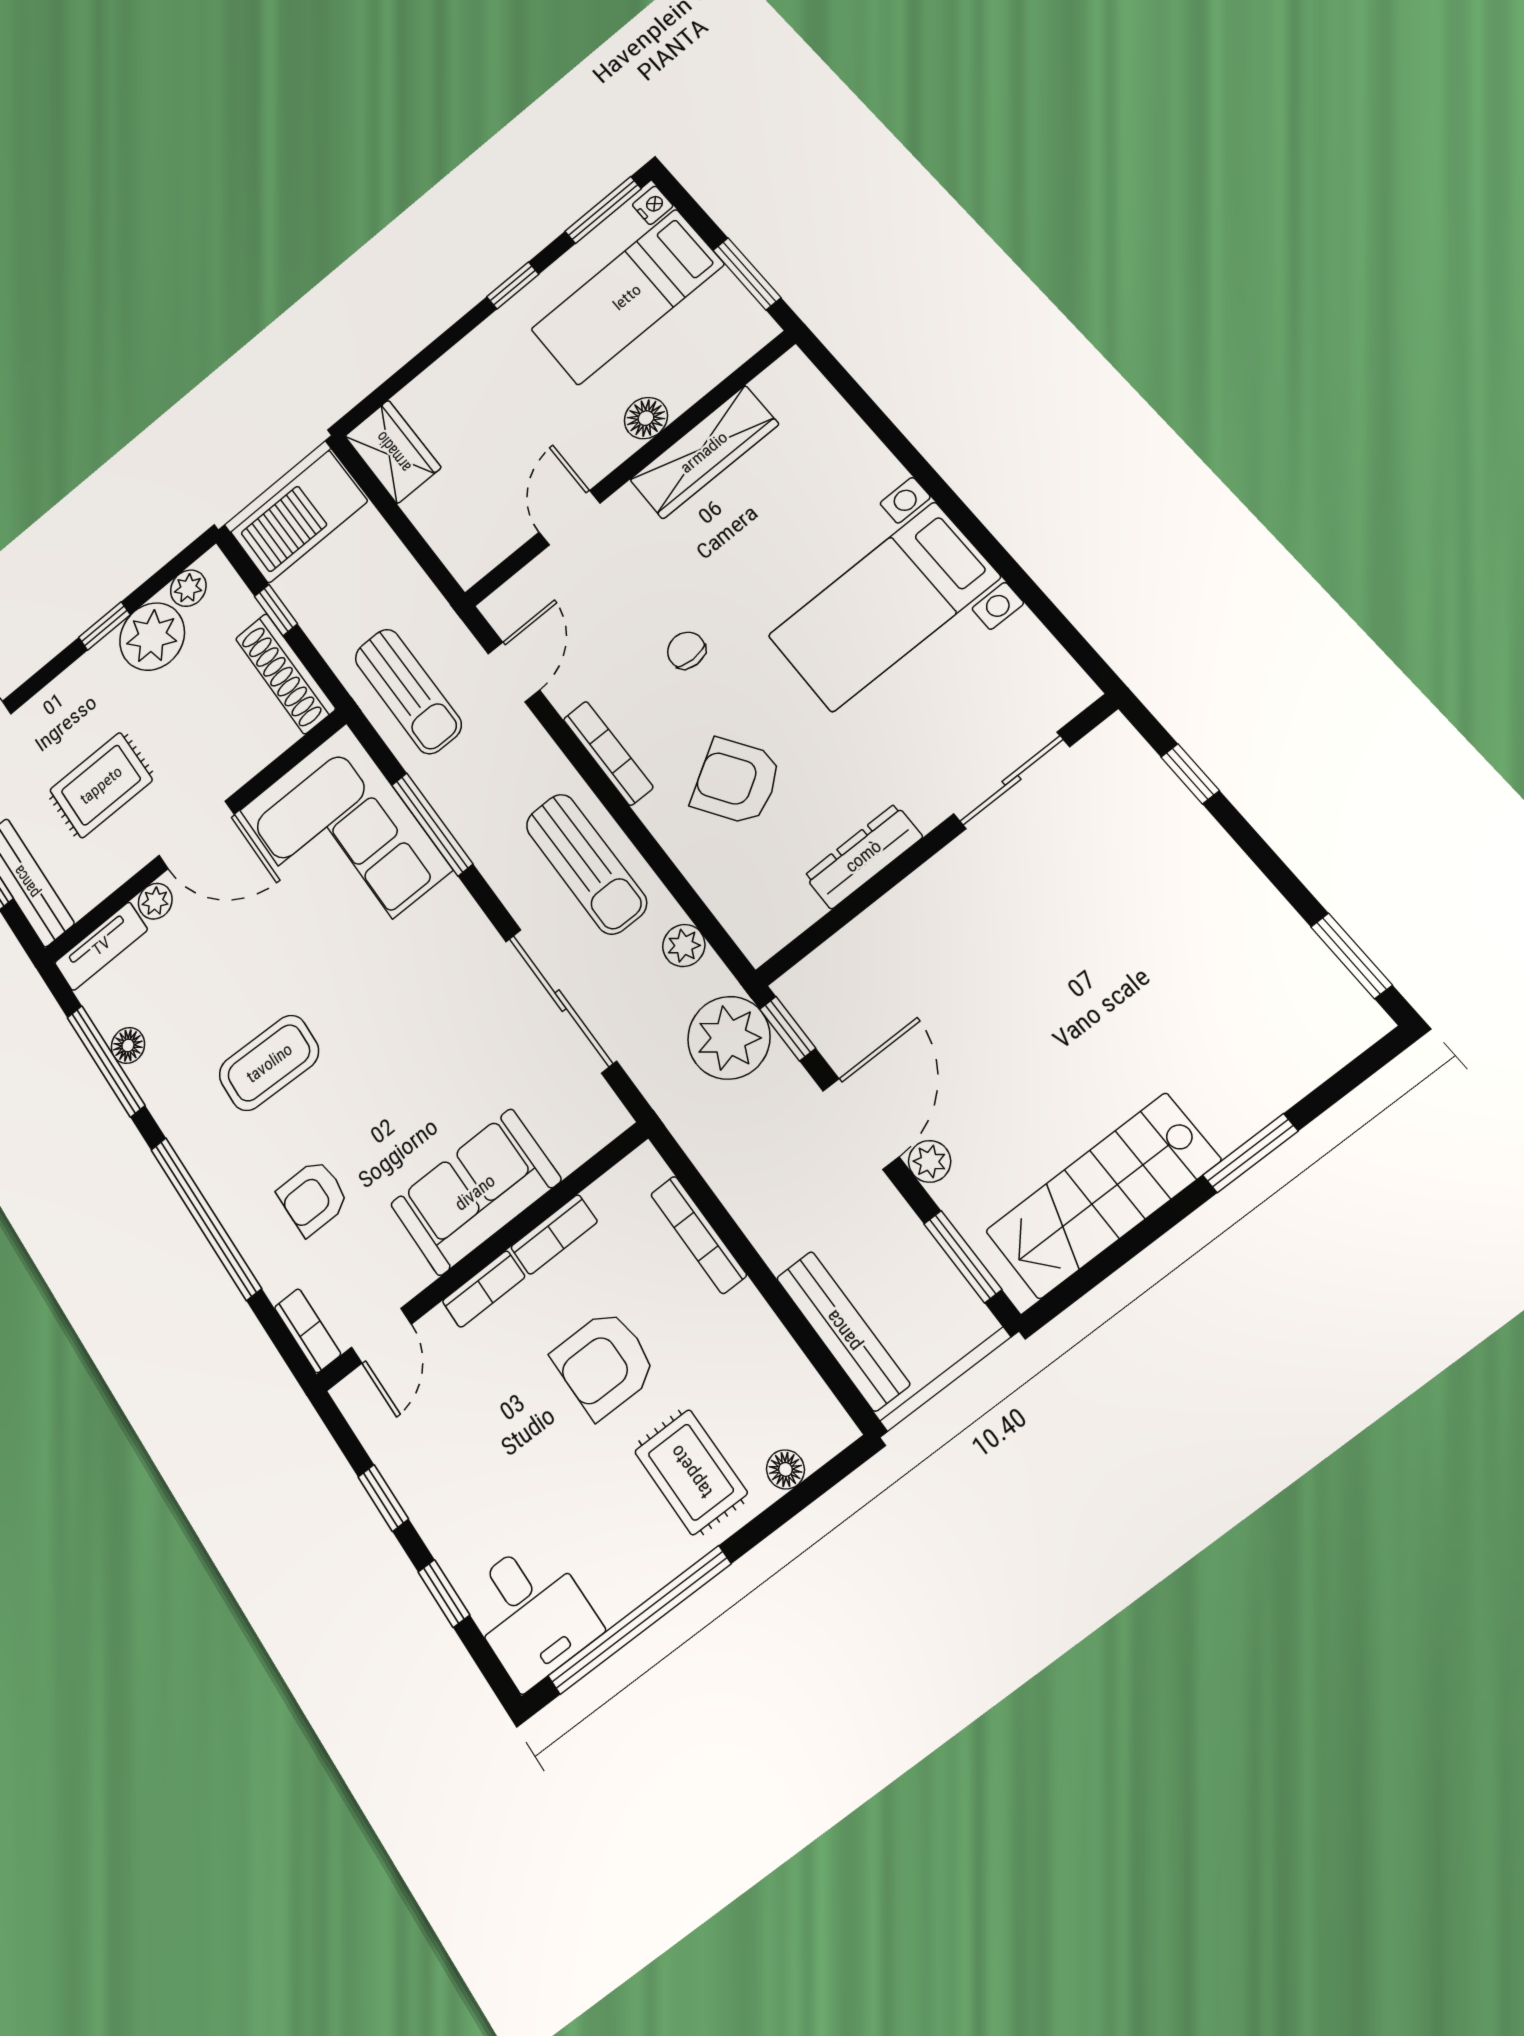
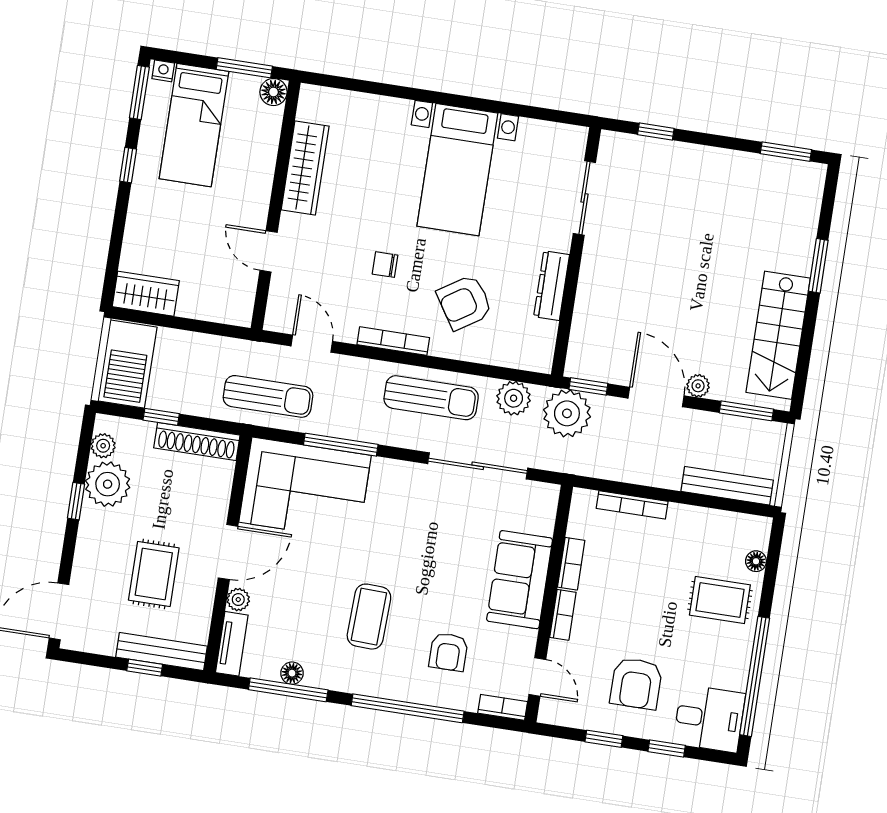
floor lamp: (646, 418) -> (273, 92), moved
plant: (684, 946) -> (514, 398), width x1.38, depth x1.38
armchair: (604, 1364) -> (636, 683), moved

